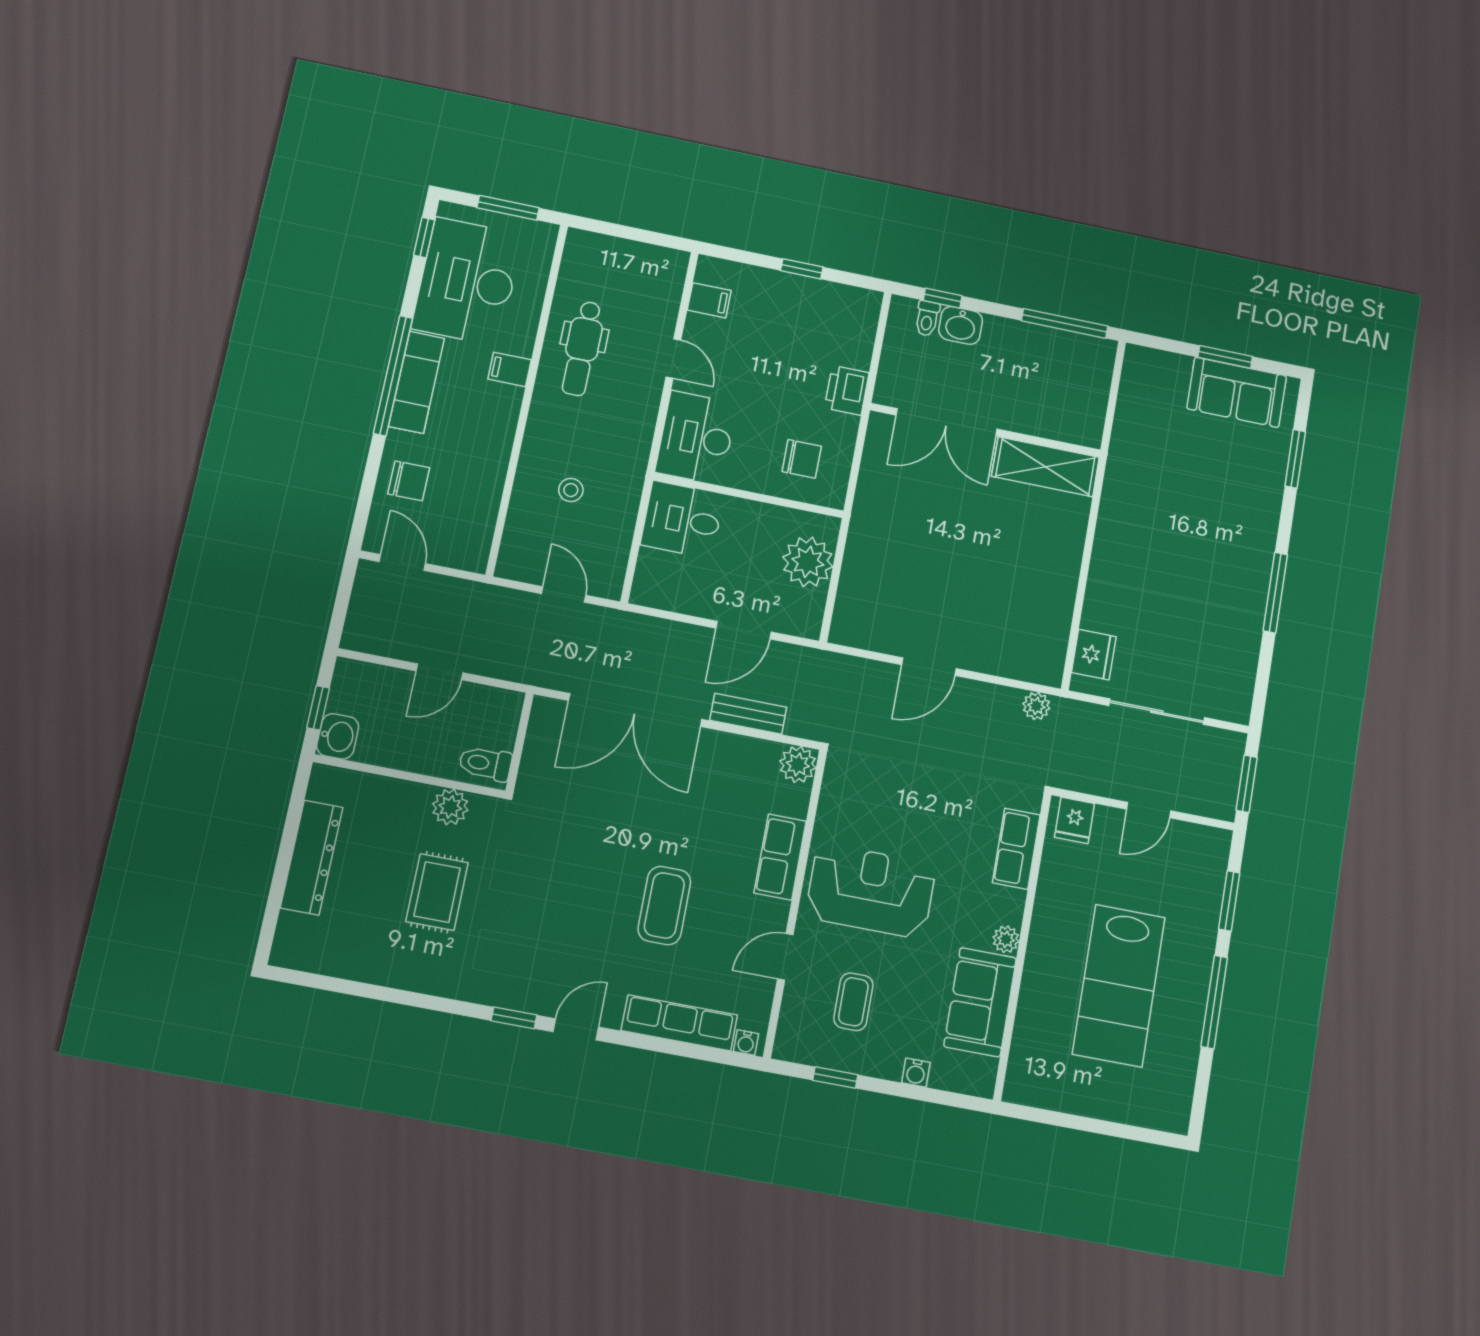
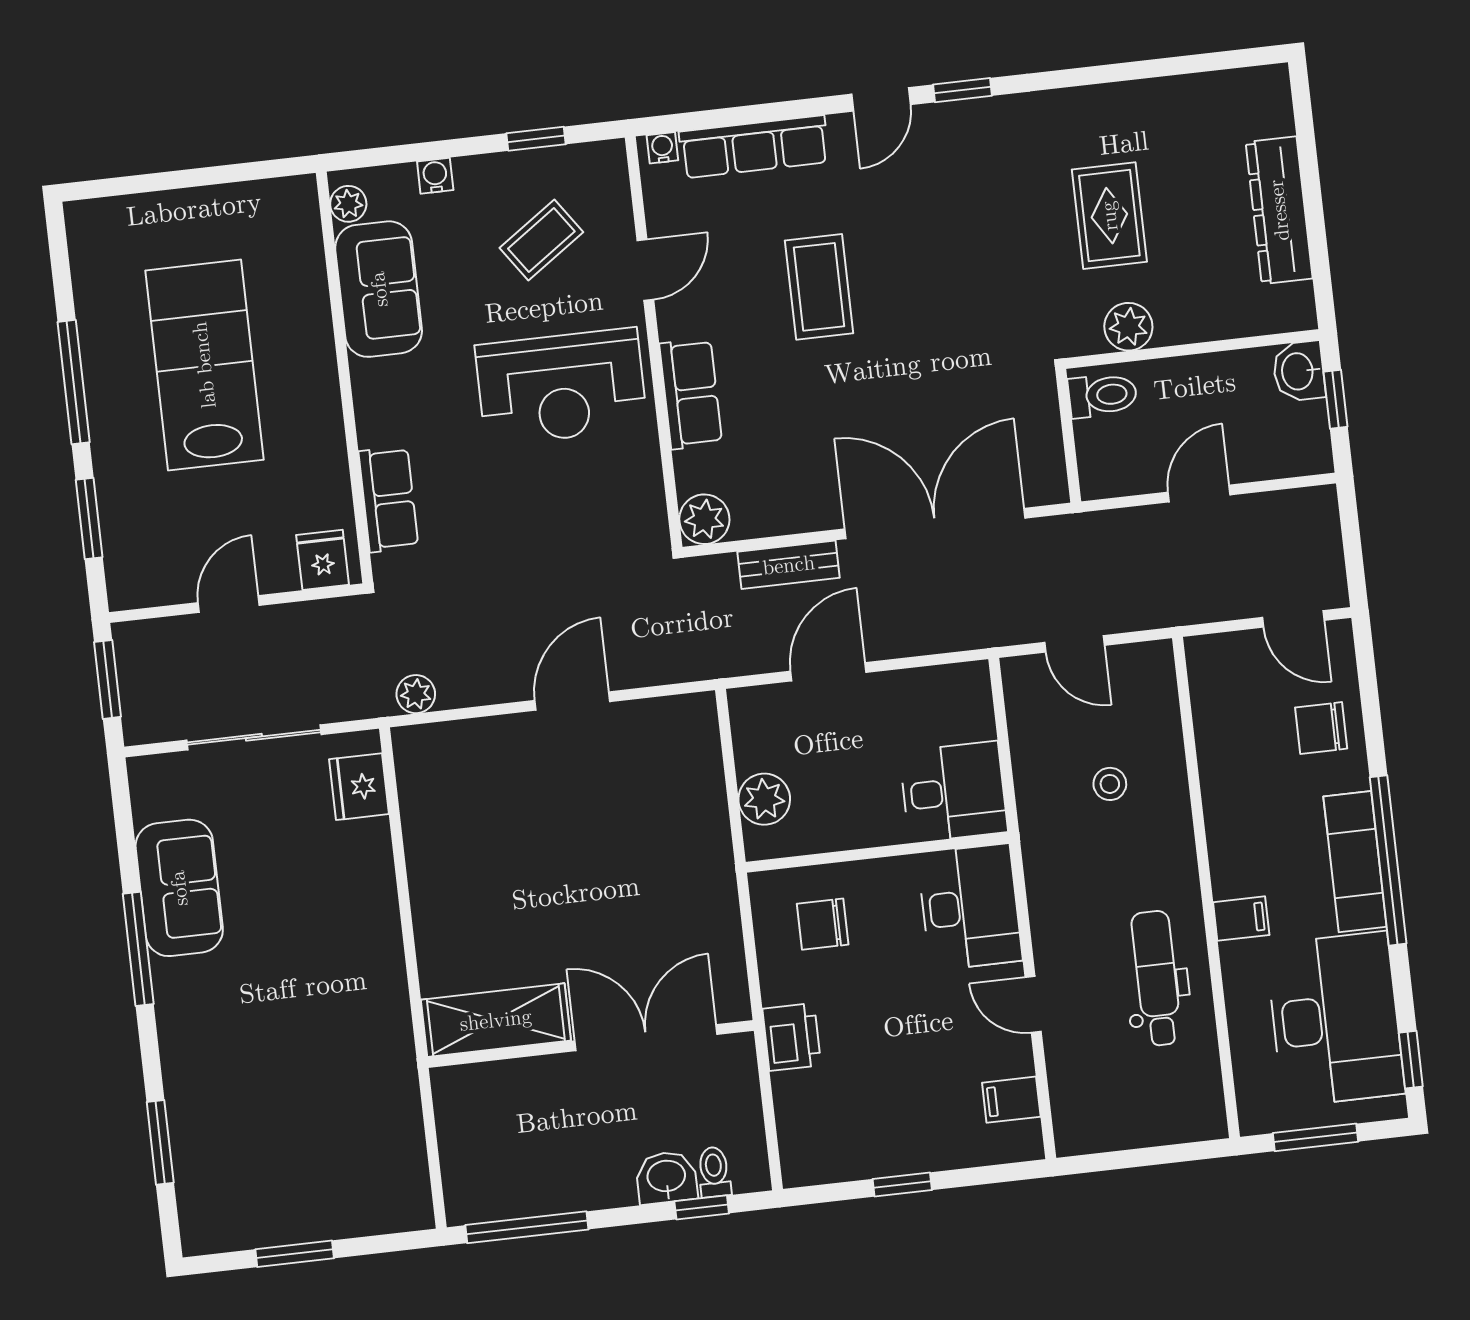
sofa: (1237, 392) -> (179, 888), moved, turned 90
plant: (808, 562) -> (764, 799), width x0.73, depth x0.73
plant: (1006, 939) -> (348, 204), moved
coffee table: (853, 1002) -> (541, 240), turned 55

